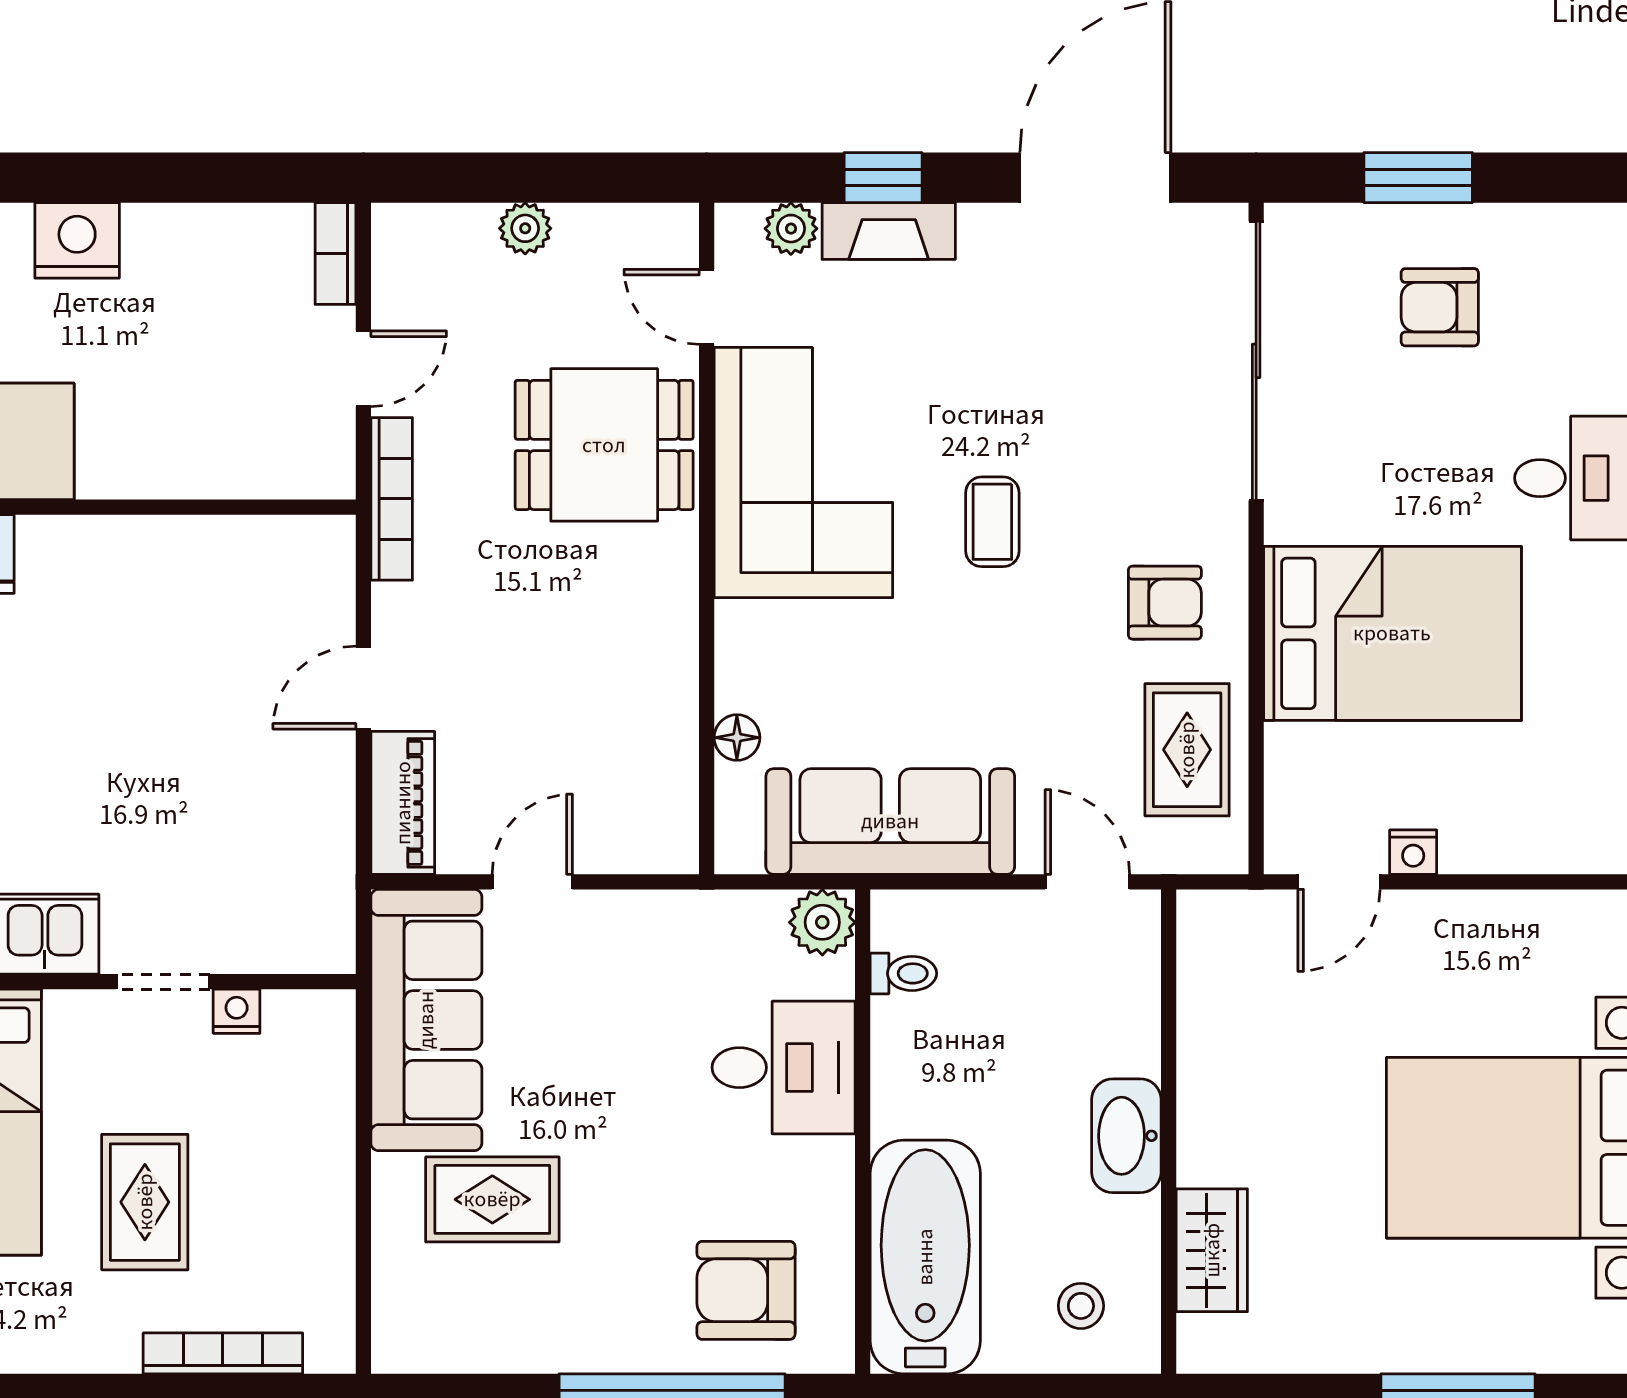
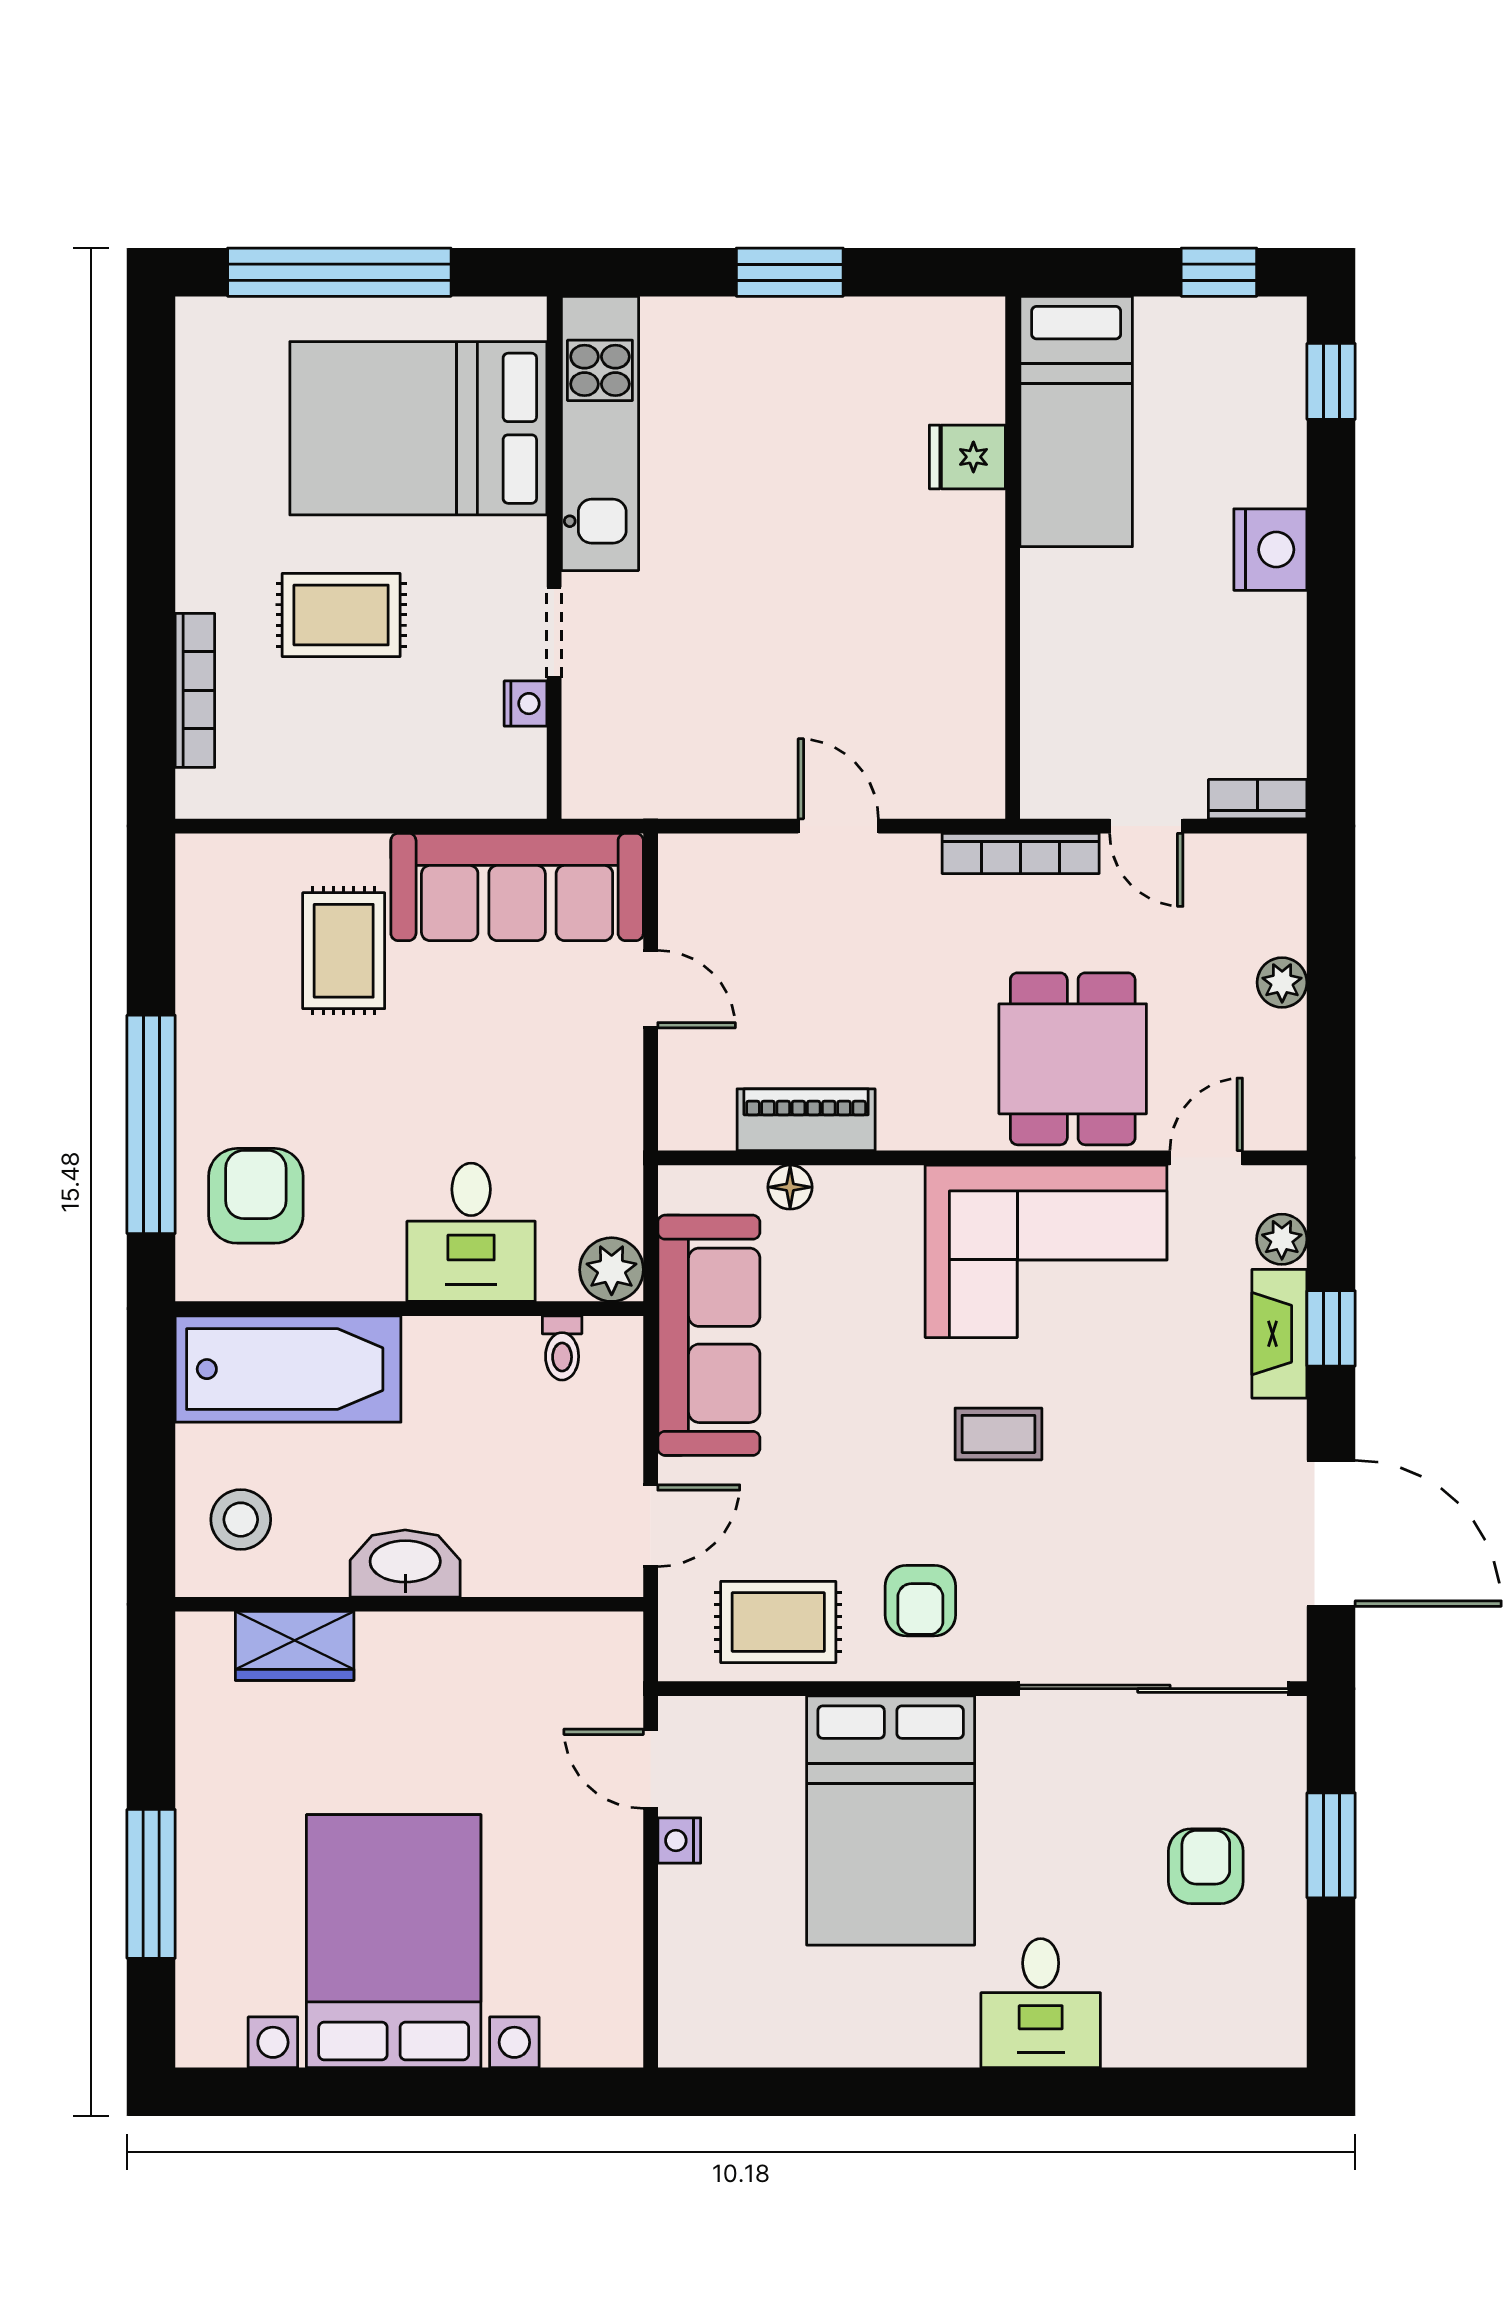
piano: (403, 803) -> (806, 1120), moved, turned 180
stool: (1081, 1306) -> (241, 1520), width x1.37, depth x1.37

